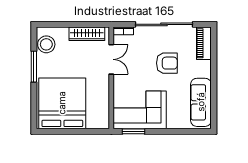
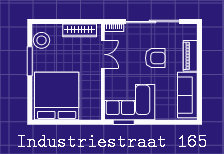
piano: (204, 43) -> (190, 56), moved

